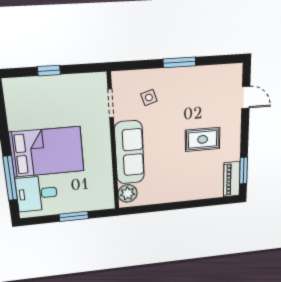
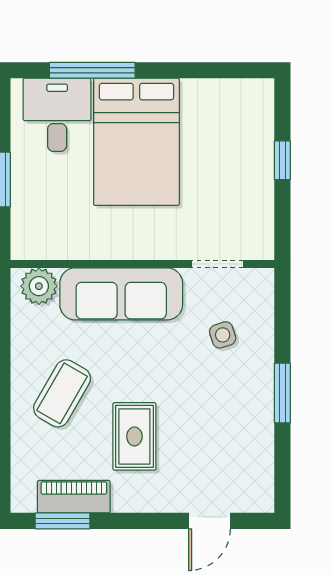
coffee table: (181, 177) -> (62, 393), added
piano: (232, 179) -> (74, 497), moved

